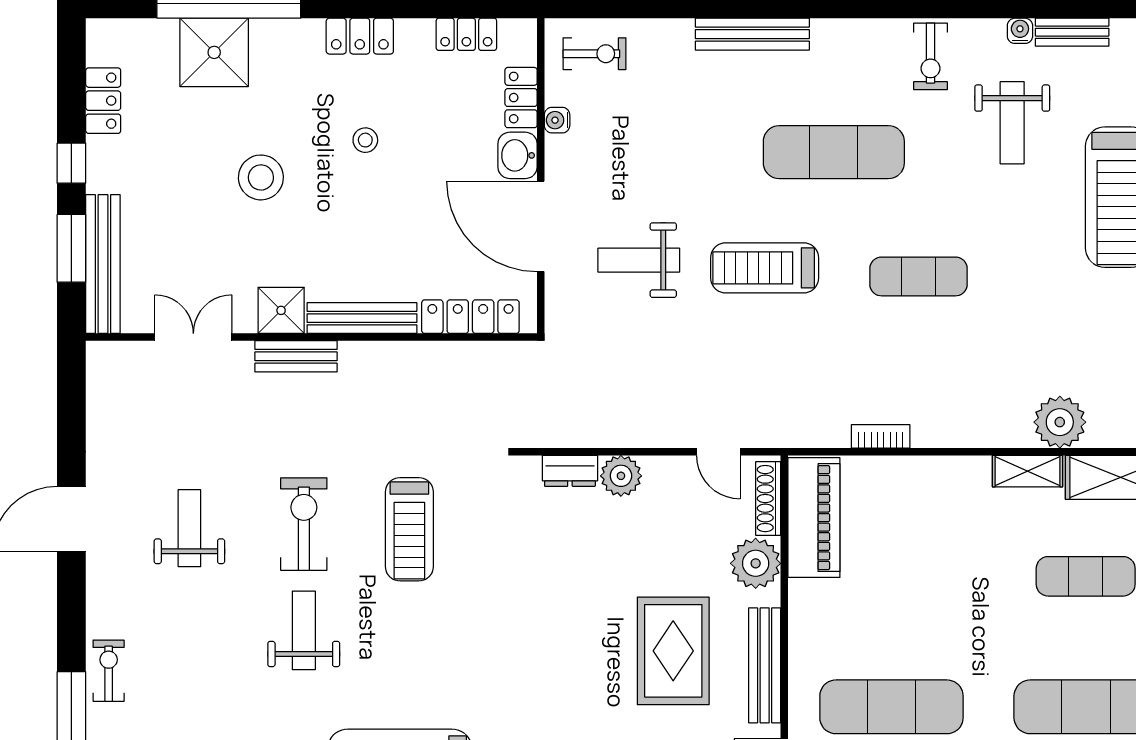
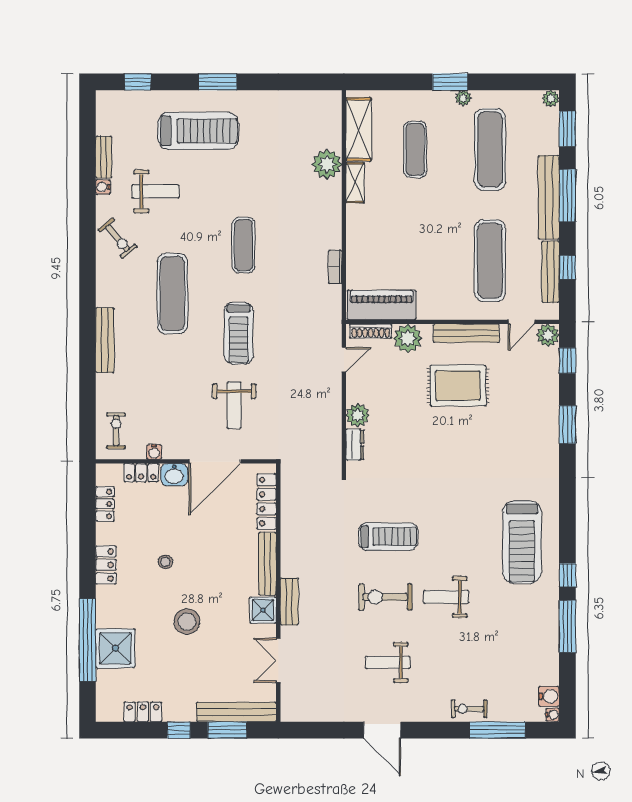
exercise bike: (931, 56) -> (118, 238), turned 50

